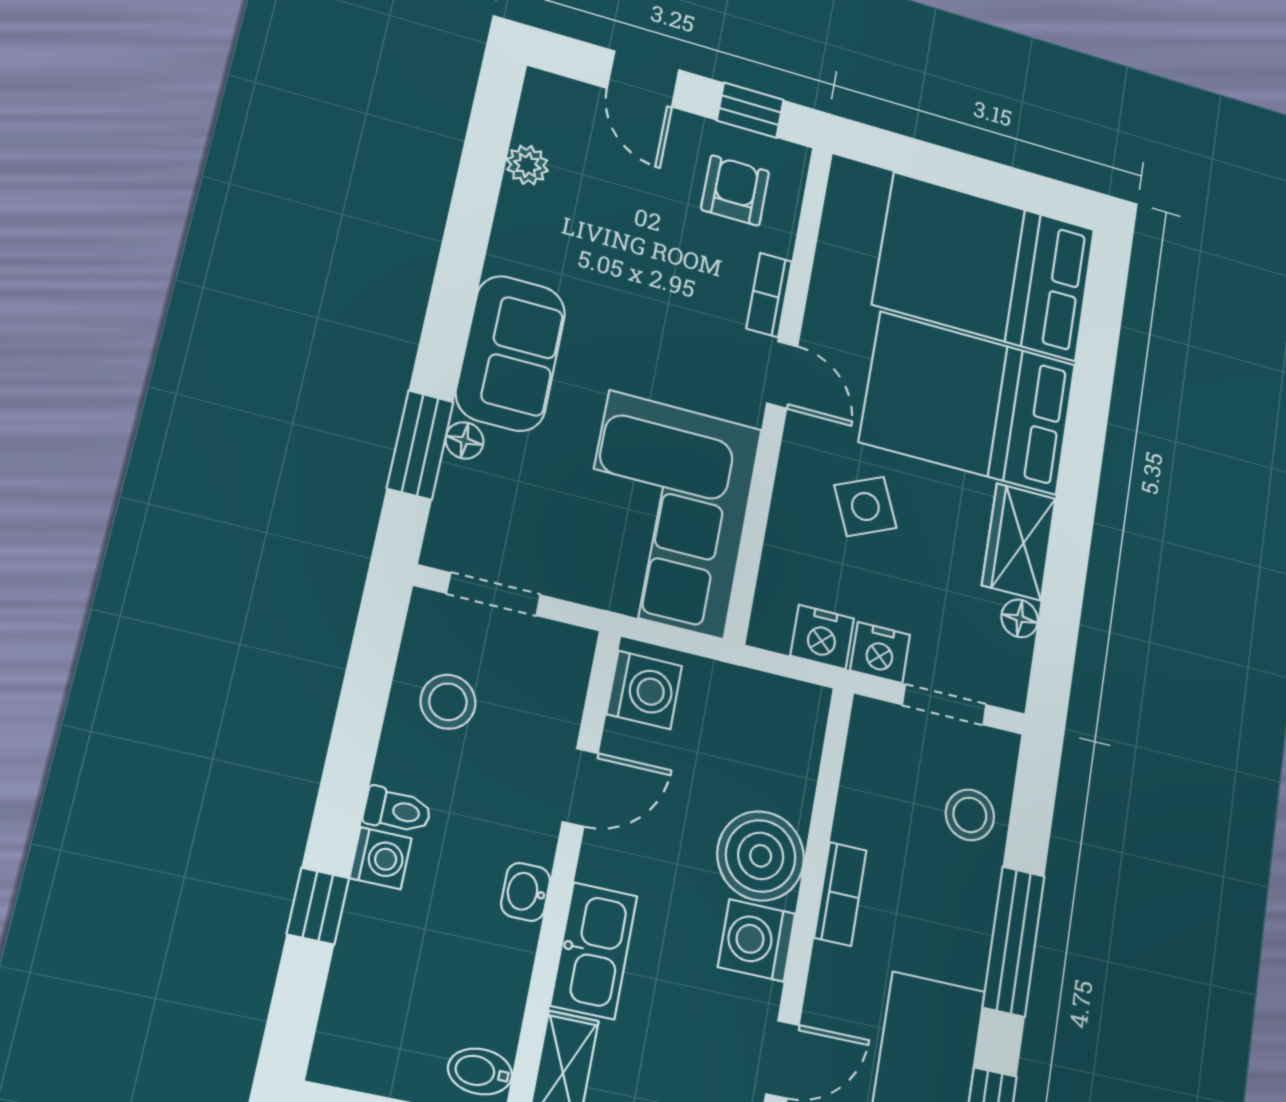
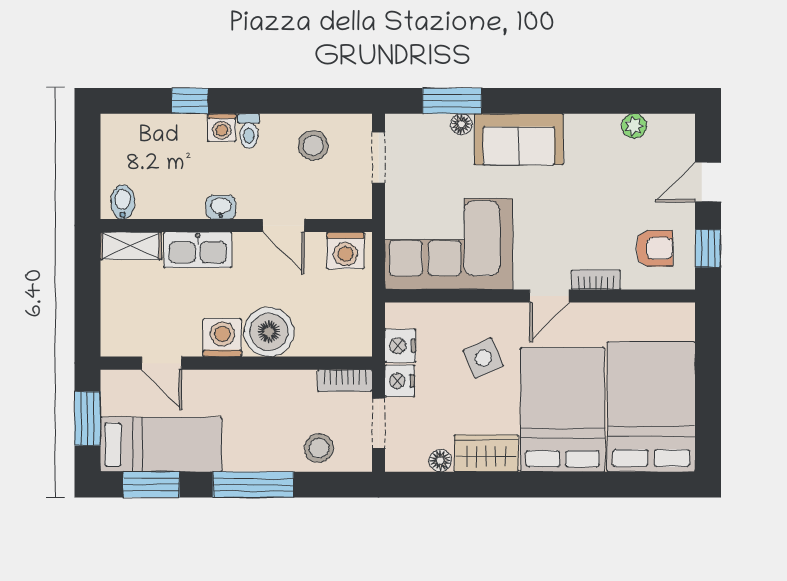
bookcase: (840, 894) -> (345, 380), moved

